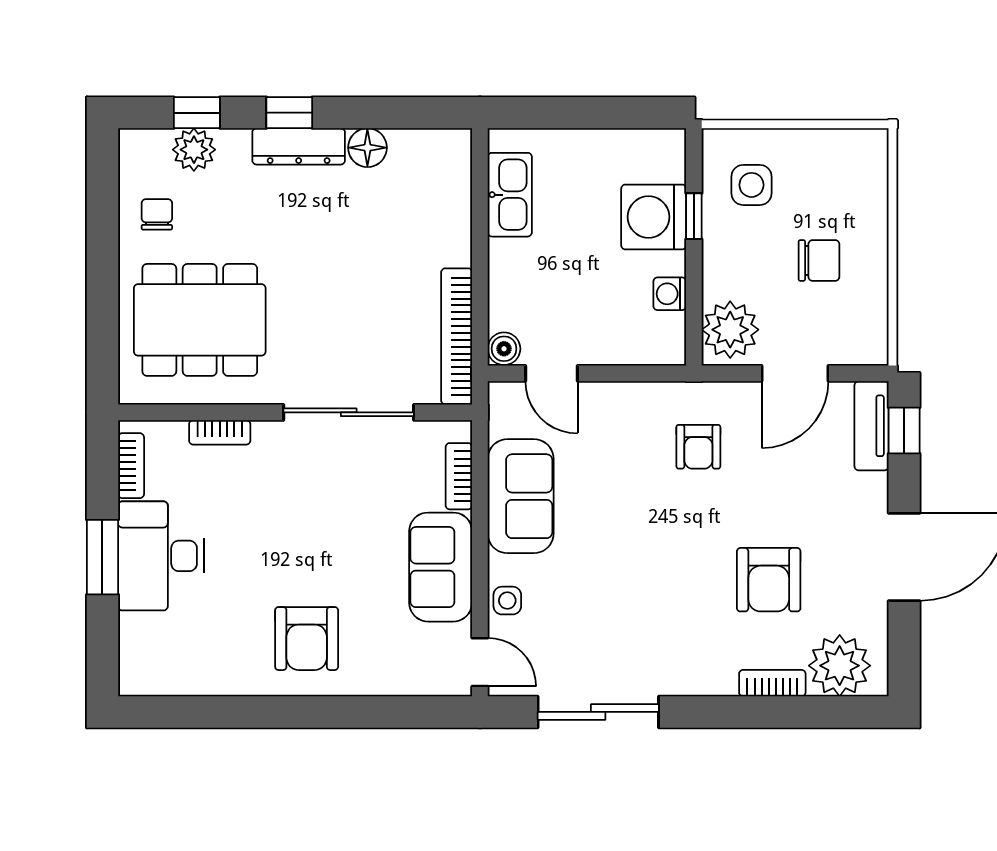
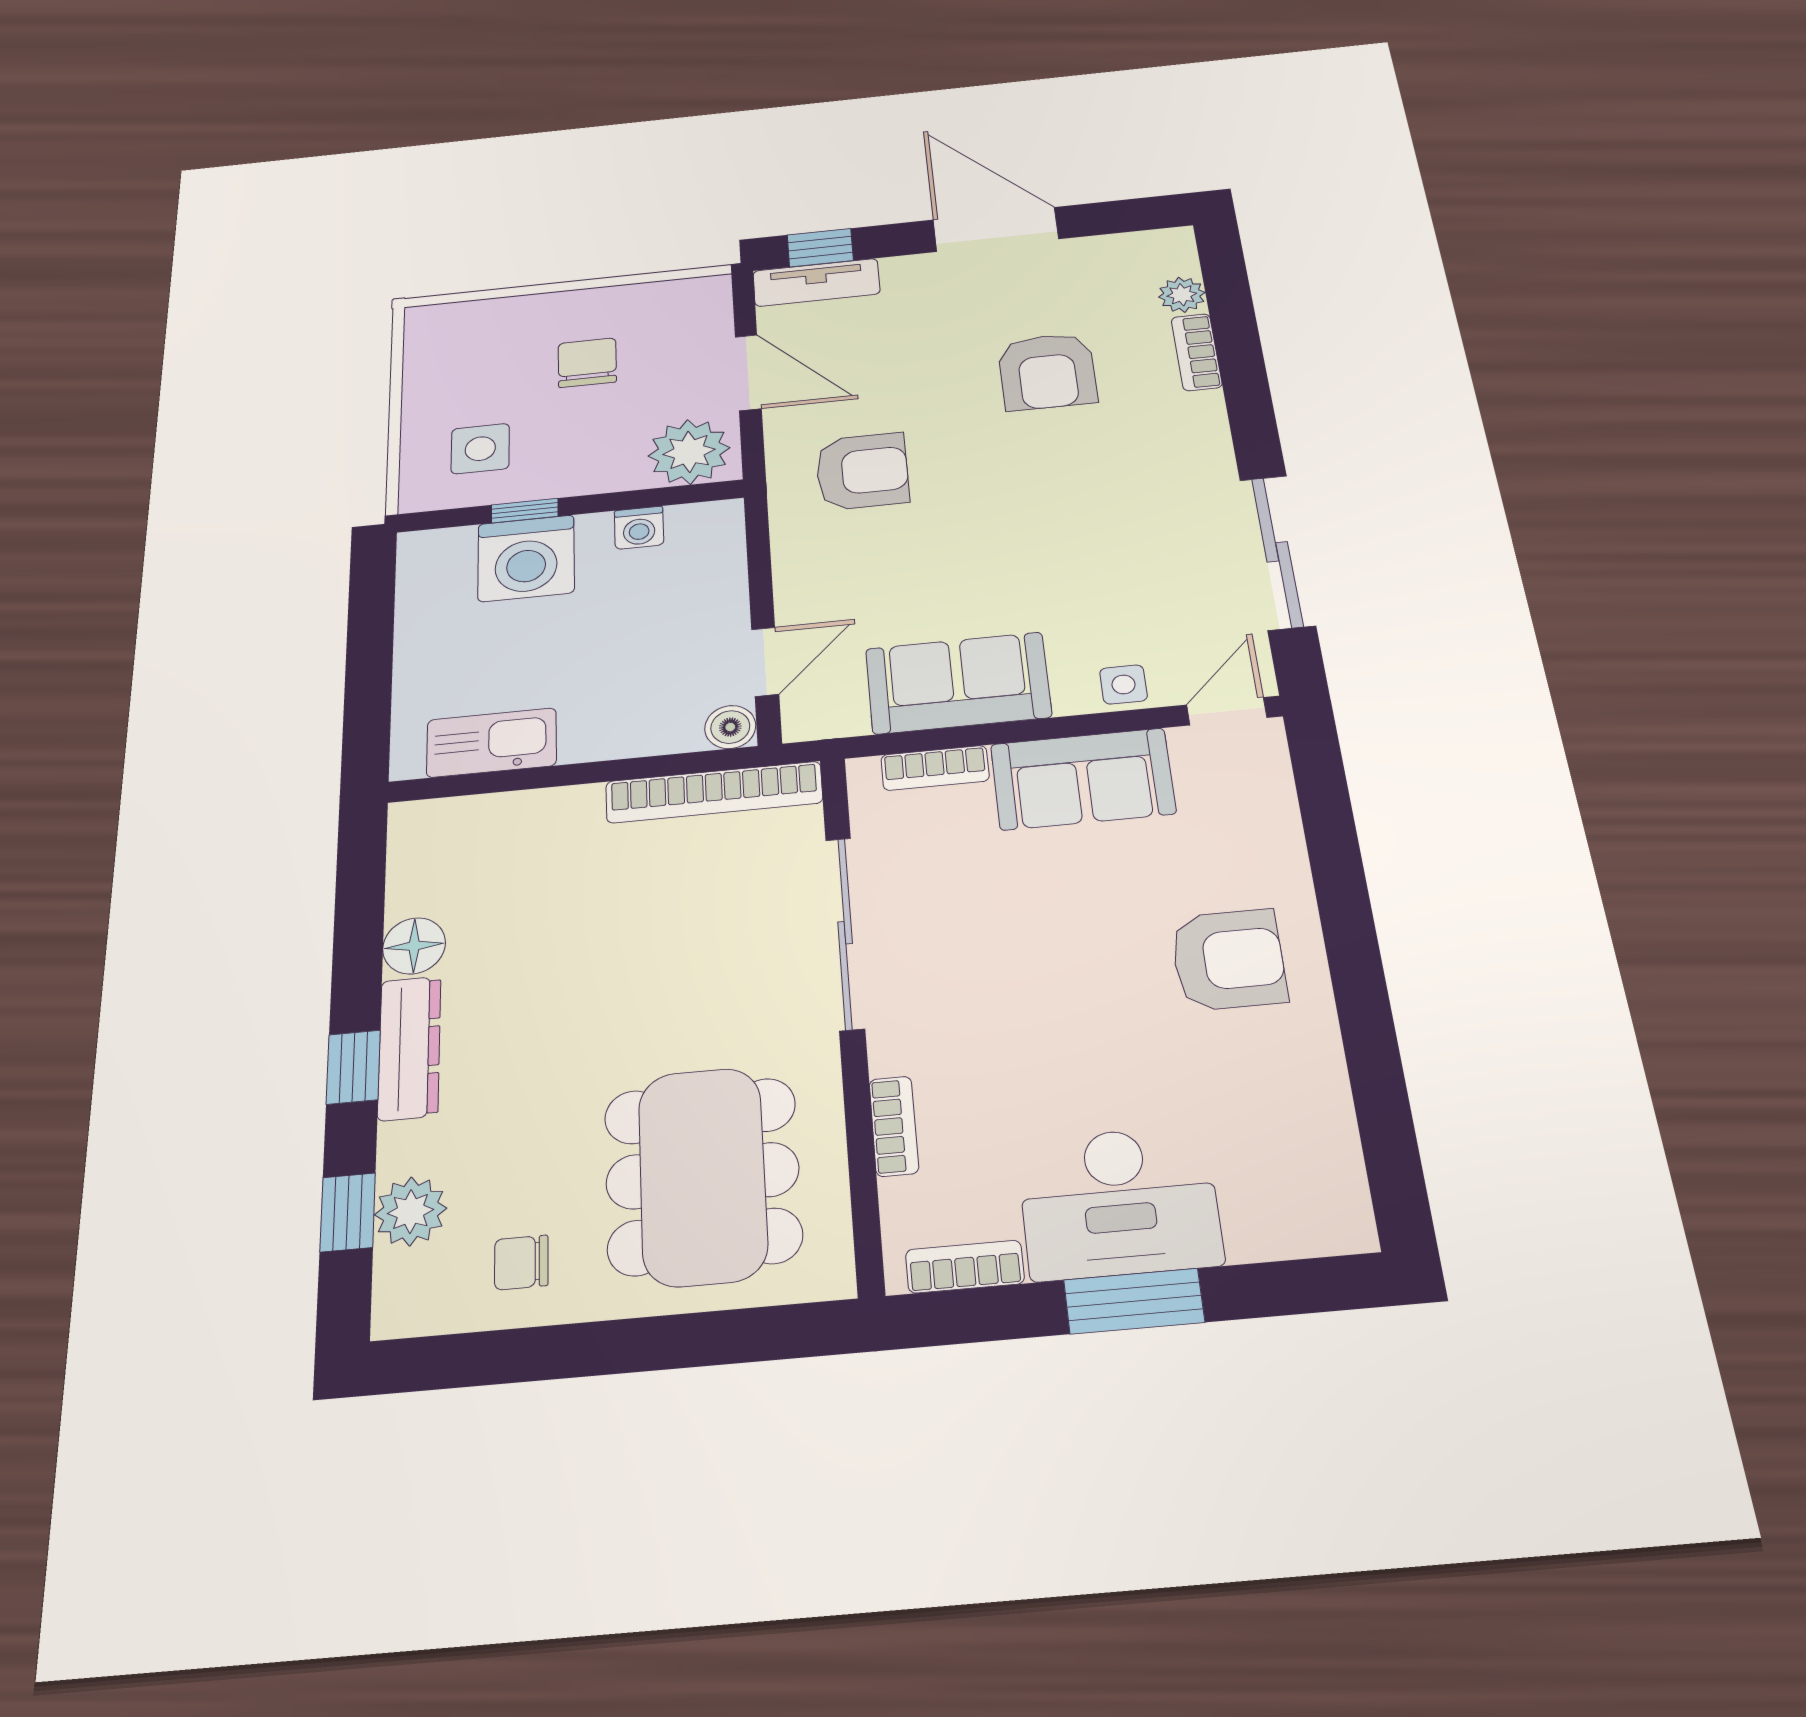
armchair: (698, 447) -> (862, 471), width x1.38, depth x1.38
armchair: (769, 580) -> (1047, 371), turned 90
plant: (840, 666) -> (1182, 295), width x0.53, depth x0.53

